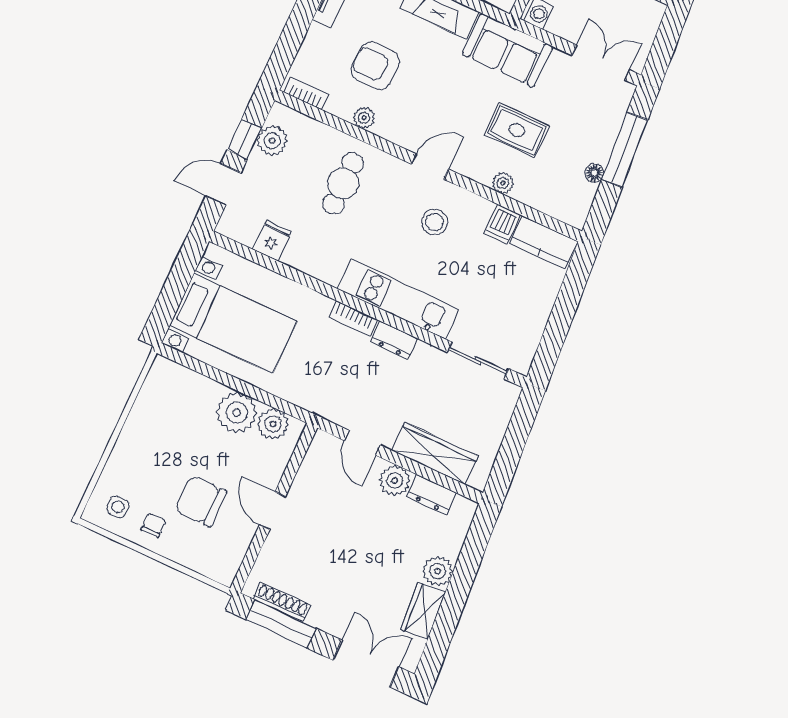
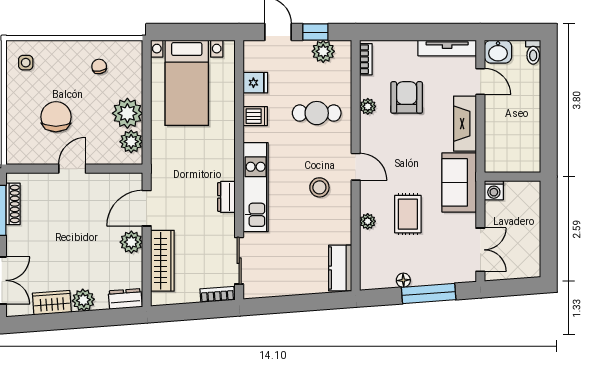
dishwasher: (502, 224) -> (255, 116), moved, turned 180
bookcase: (353, 318) -> (217, 294), moved, turned 86
door: (362, 443) -> (147, 208), width x1.38
dresser: (431, 495) -> (125, 299), moved, turned 86
chair: (153, 525) -> (99, 66), moved, turned -99

